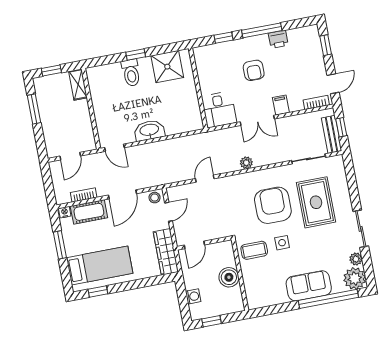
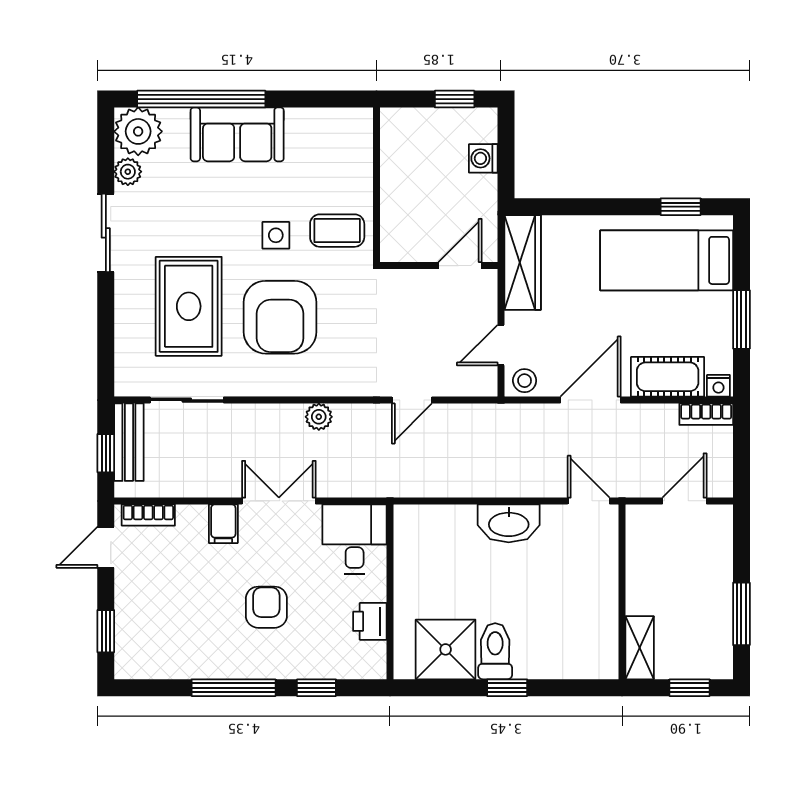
printer: (278, 39) -> (370, 621), moved, turned -90
toilet: (131, 73) -> (495, 651), moved
bookcase: (84, 195) -> (706, 414), moved
boiler: (229, 277) -> (401, 184), removed

